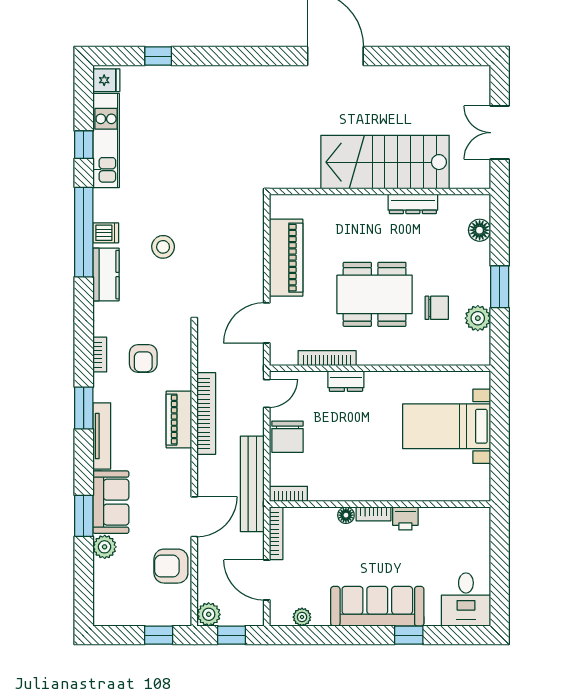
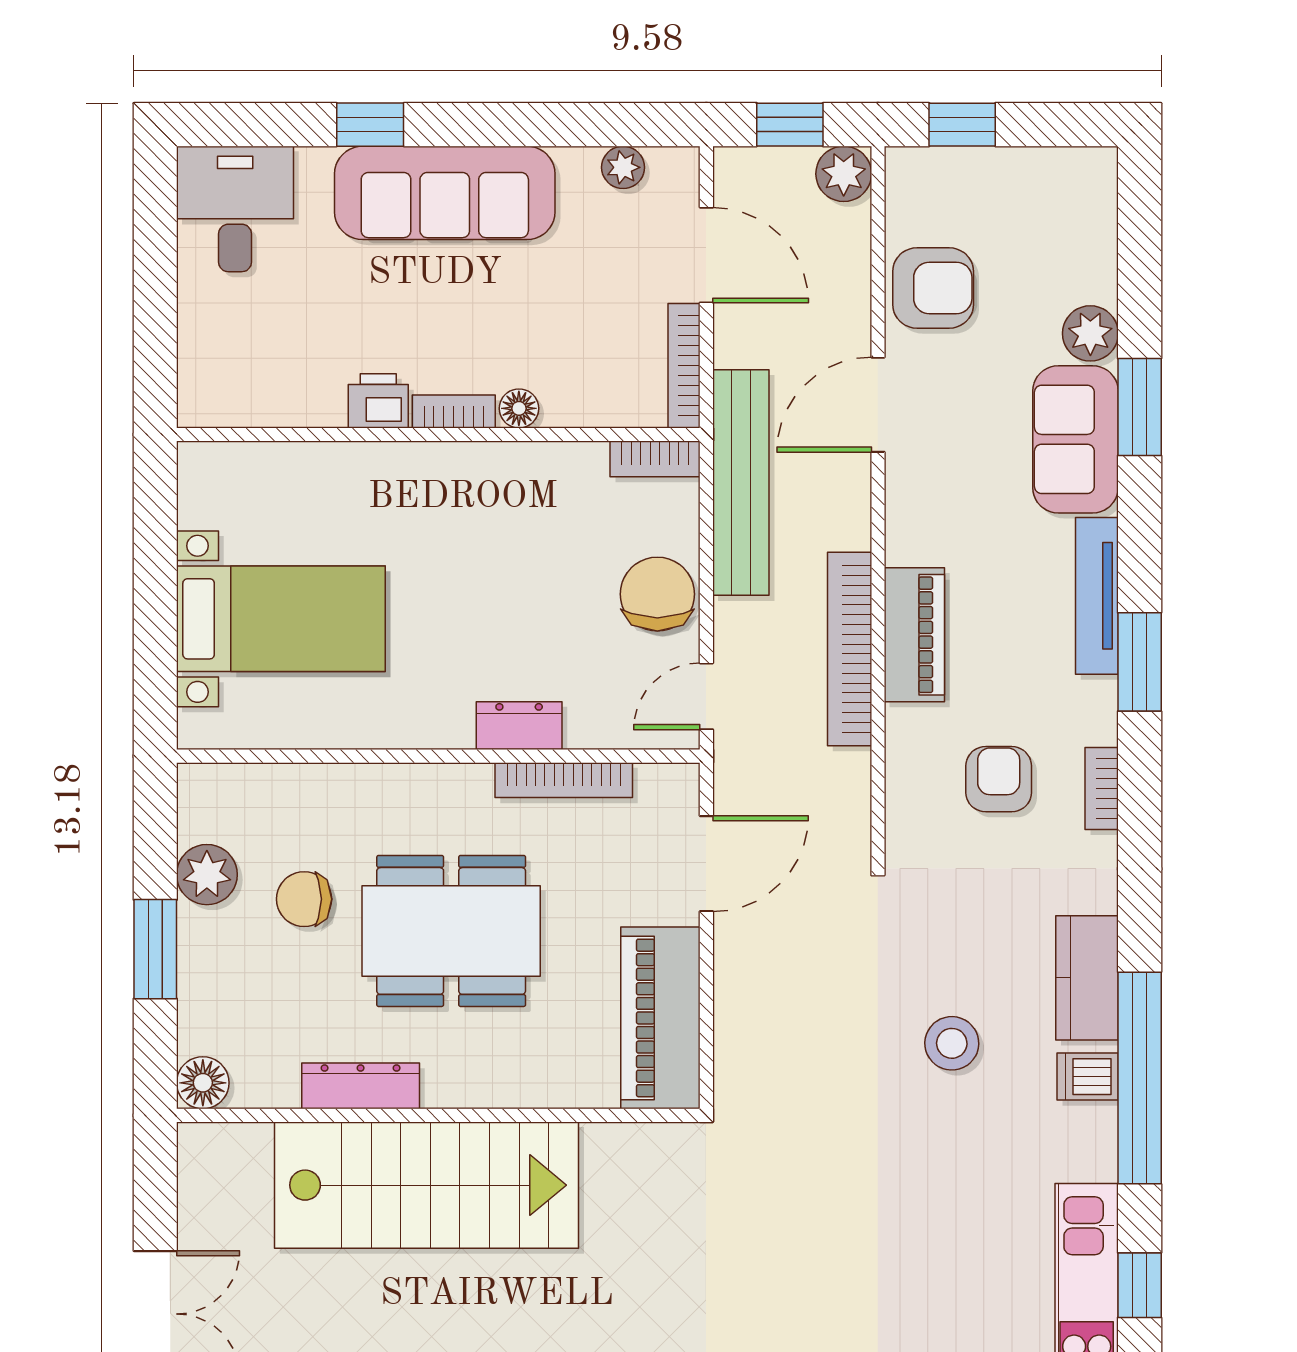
stairs: (385, 162) -> (427, 1185), moved
wall: (380, 192) -> (438, 1115), moved
dresser: (413, 204) -> (361, 1086), moved

